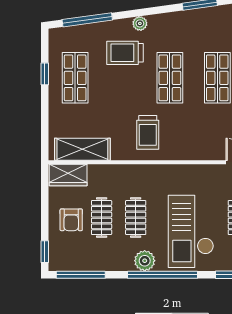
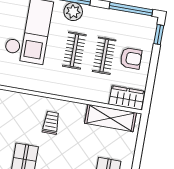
trolley: (148, 132) -> (51, 123), width x0.73, depth x0.72
armchair: (71, 220) -> (131, 58), turned 90

